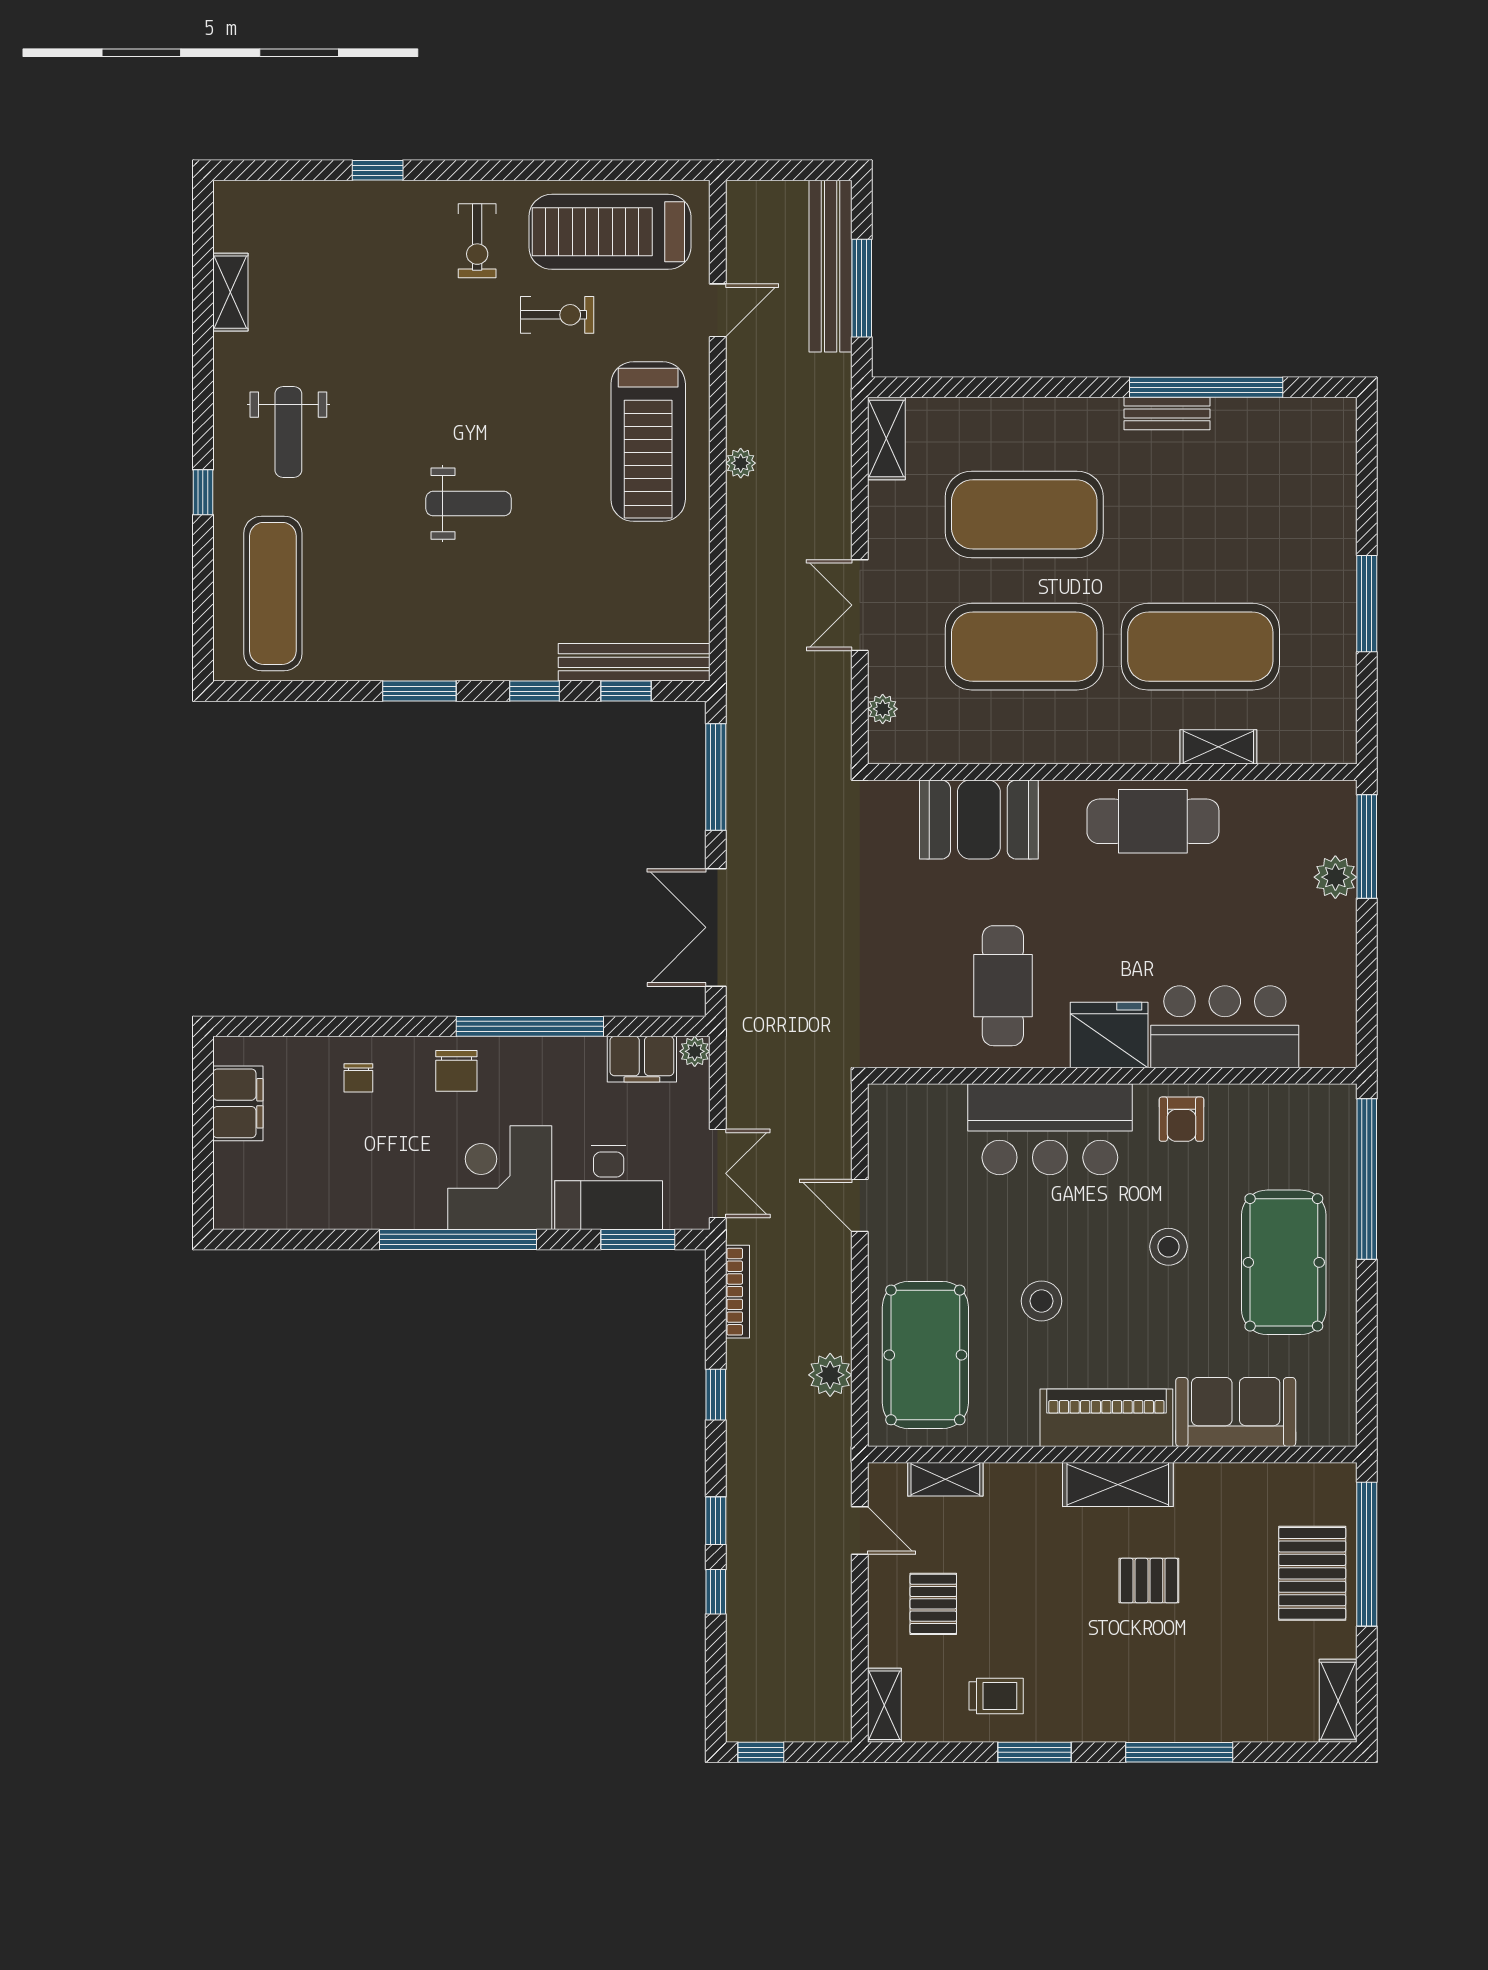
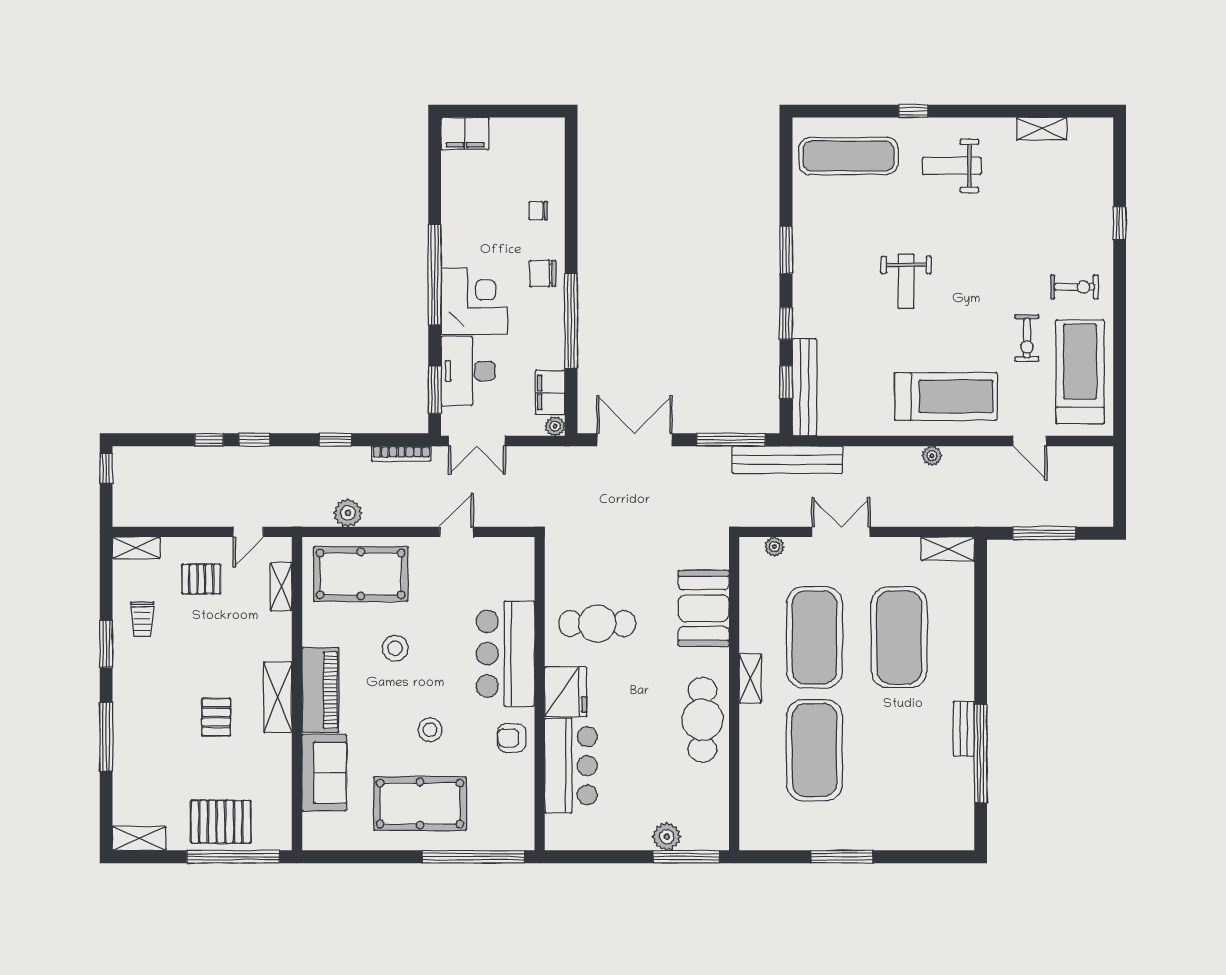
exercise bike: (477, 241) -> (1074, 287), turned 180
bench: (831, 266) -> (787, 460), moved
treadmill: (648, 442) -> (946, 396), turned 180
shelving: (1218, 747) -> (750, 678), moved
filing cabinet: (238, 1103) -> (465, 134), moved

